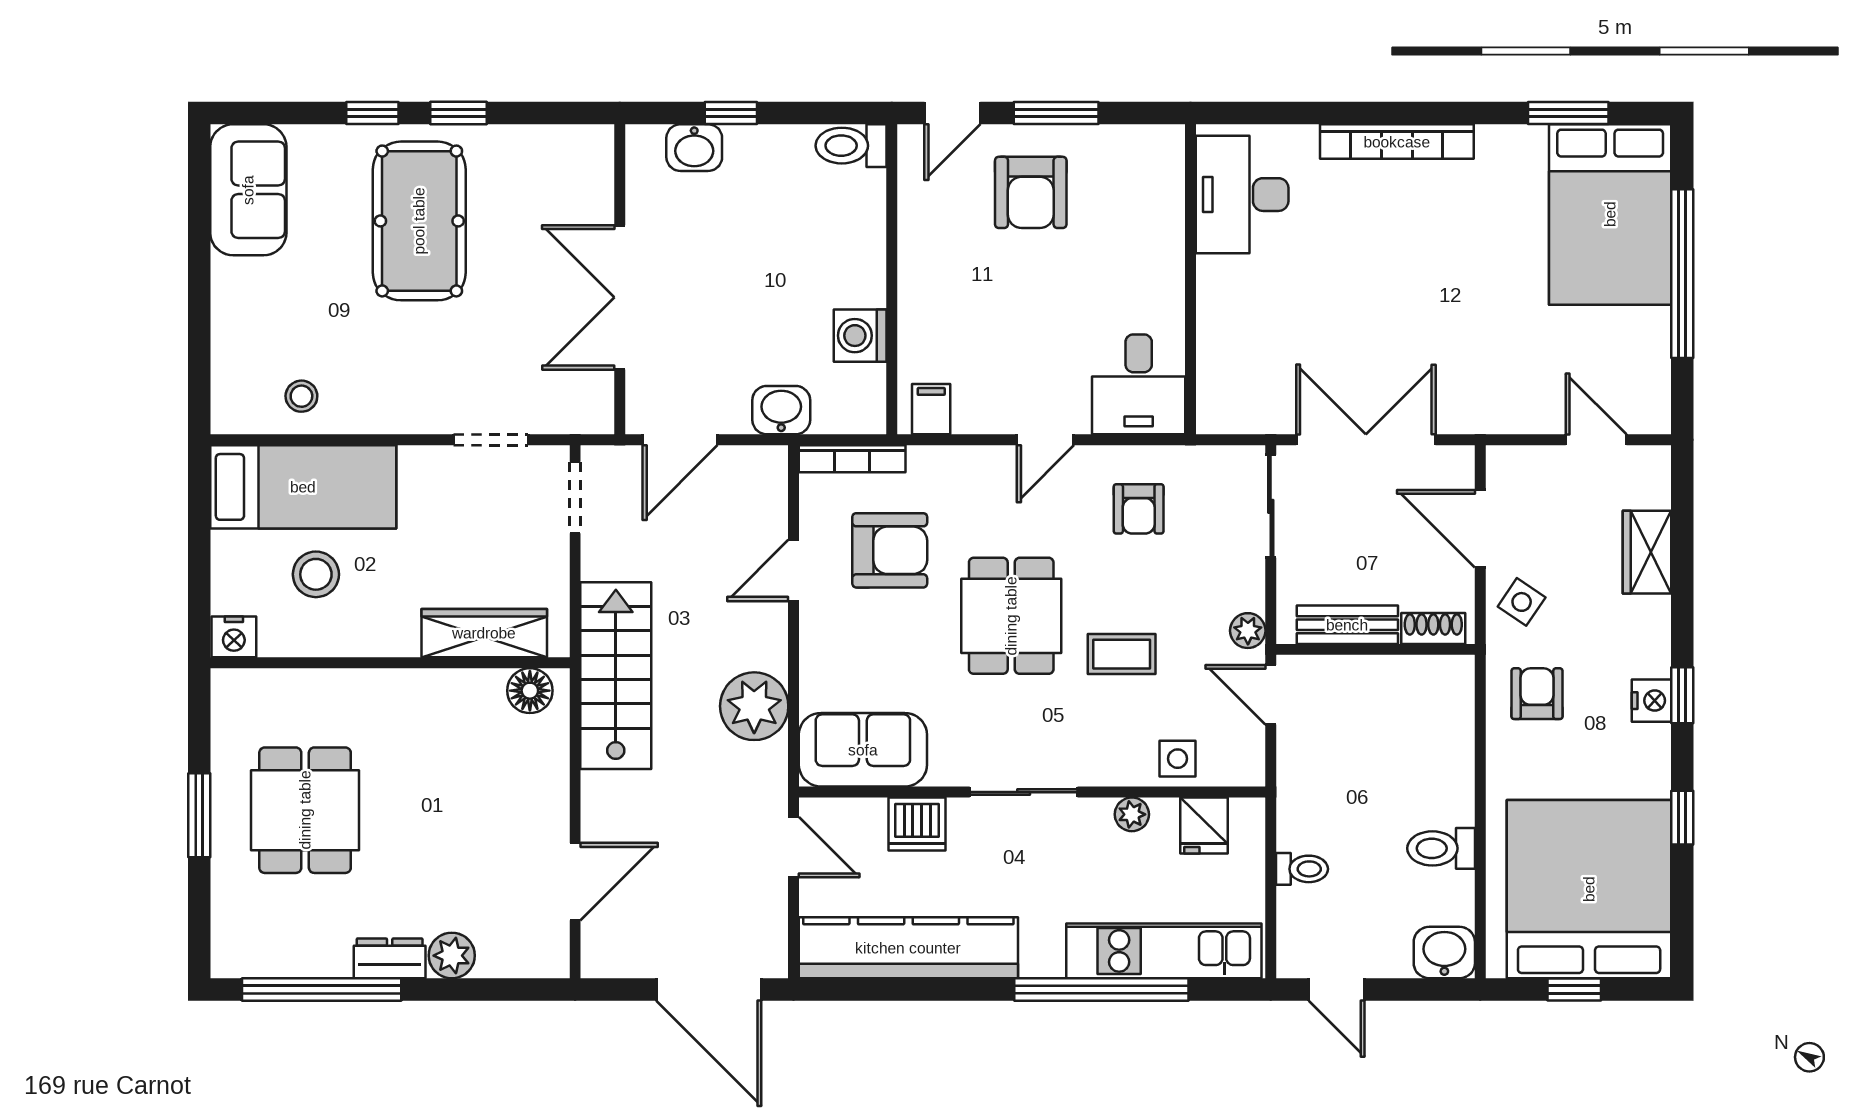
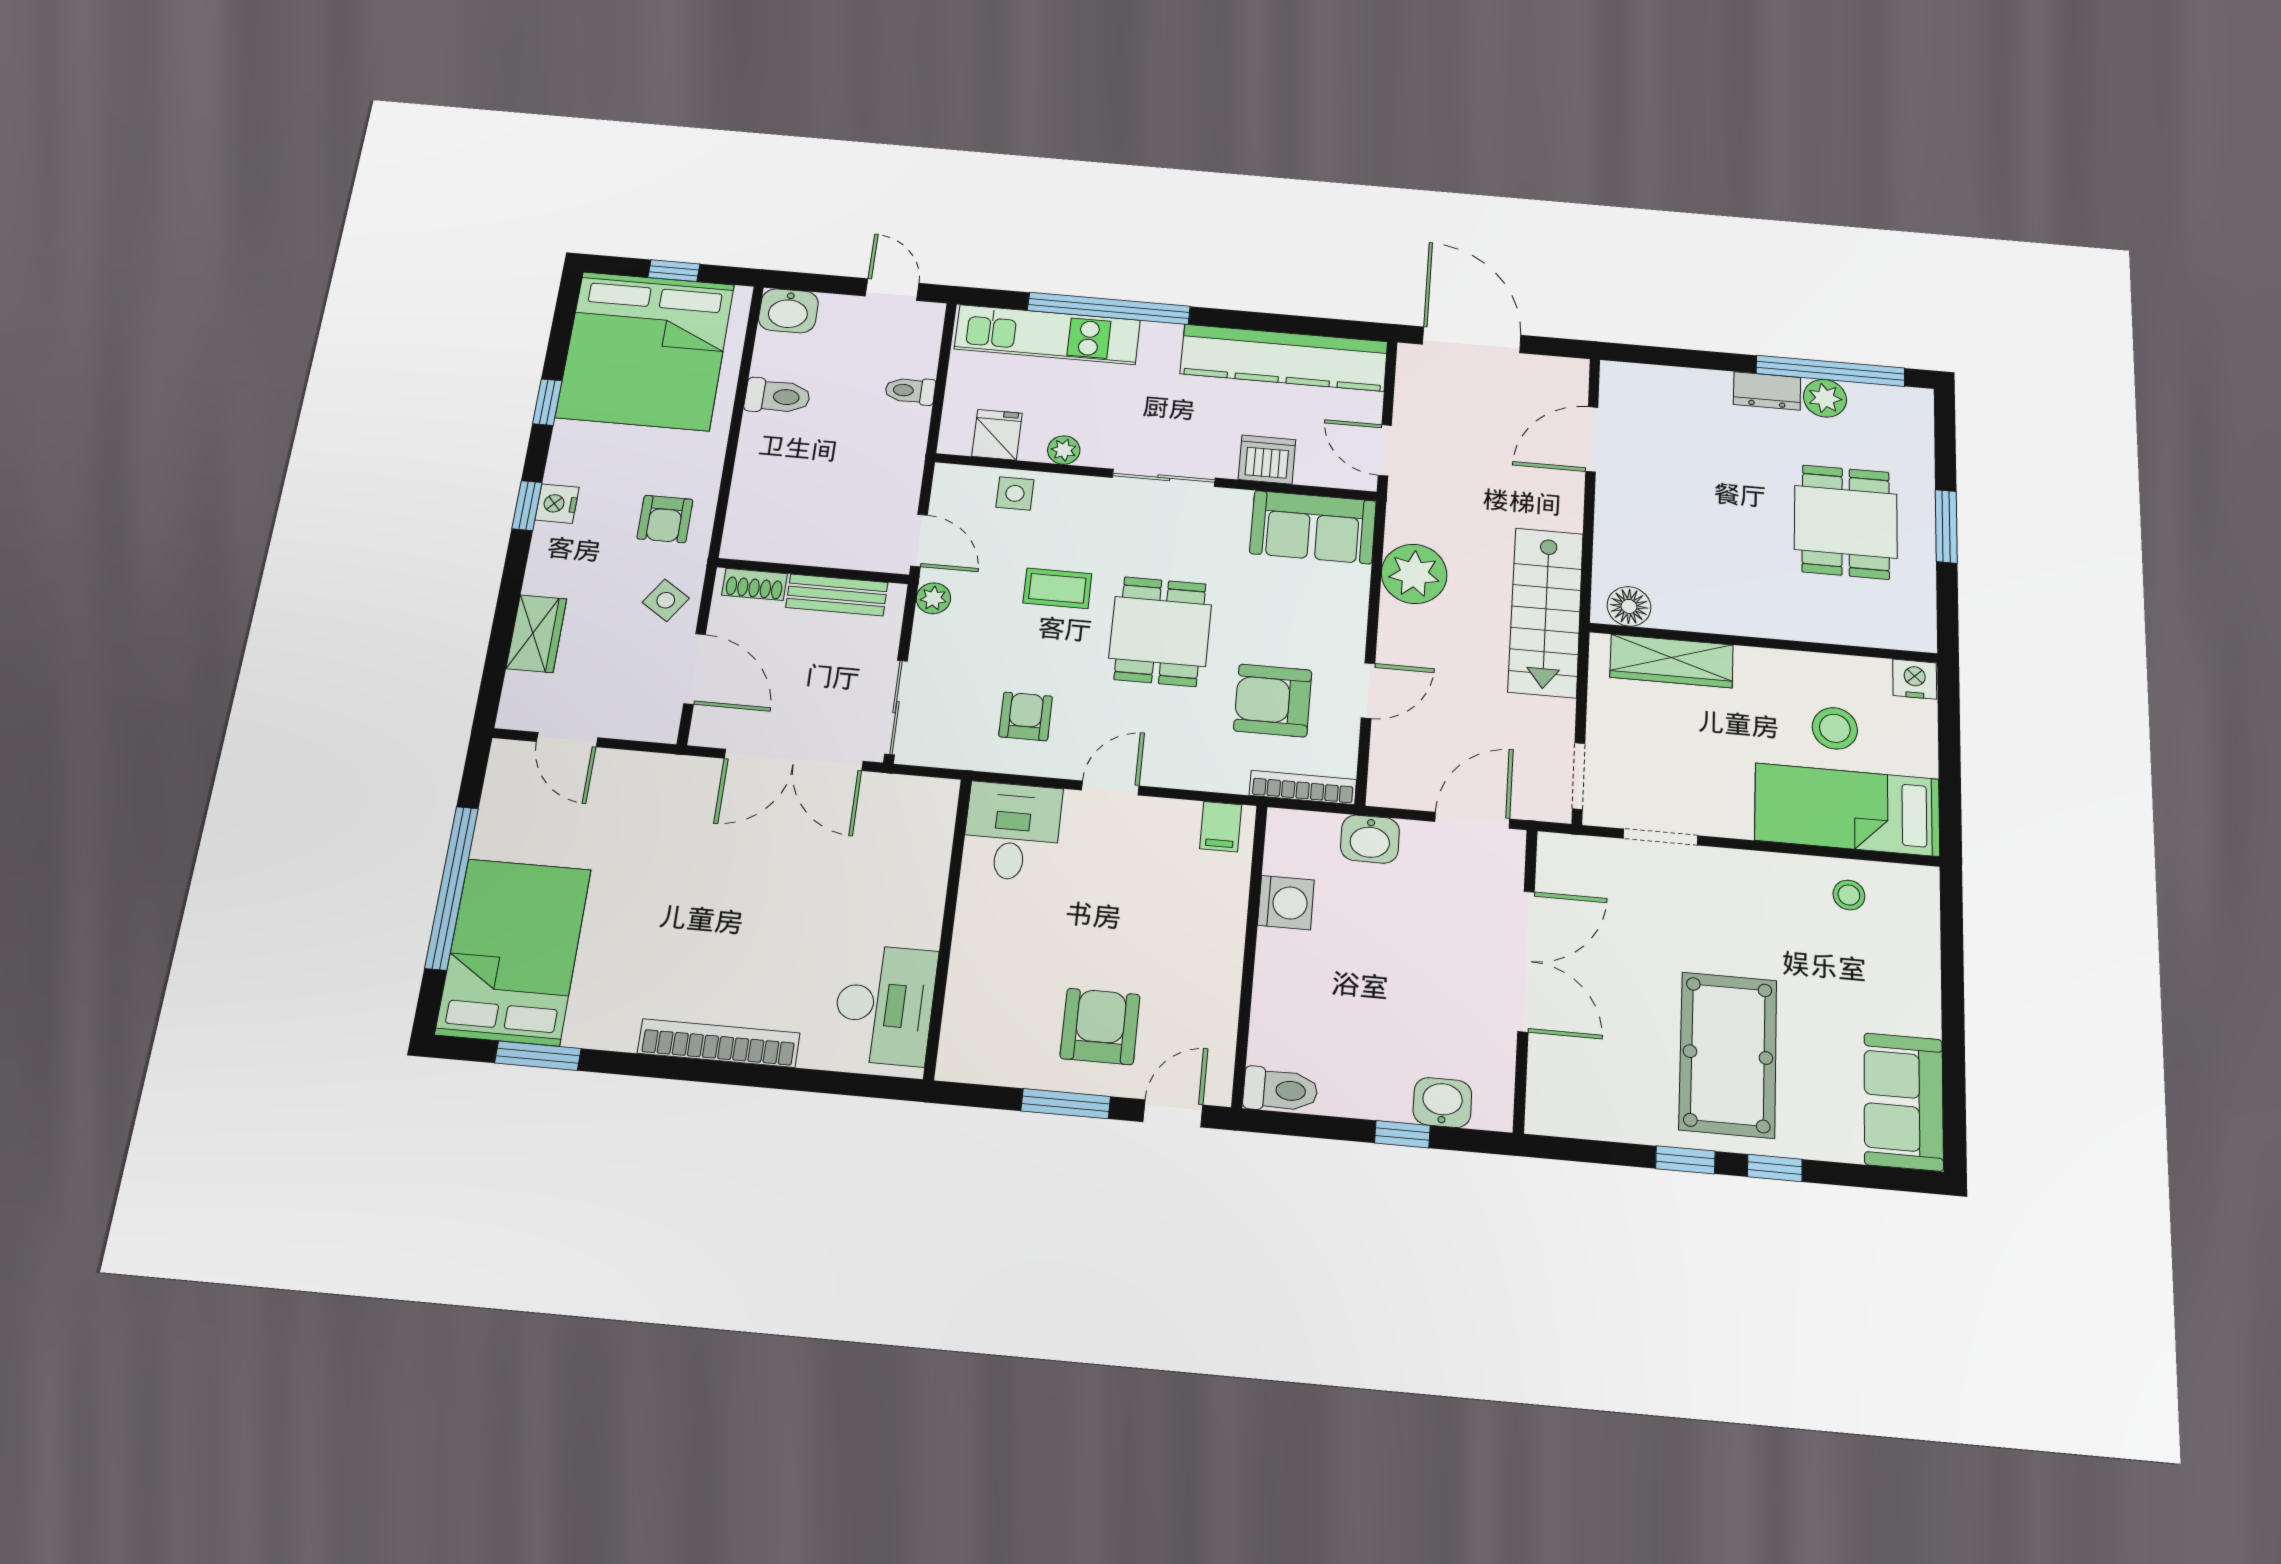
plant: (452, 956) -> (1825, 398), moved

